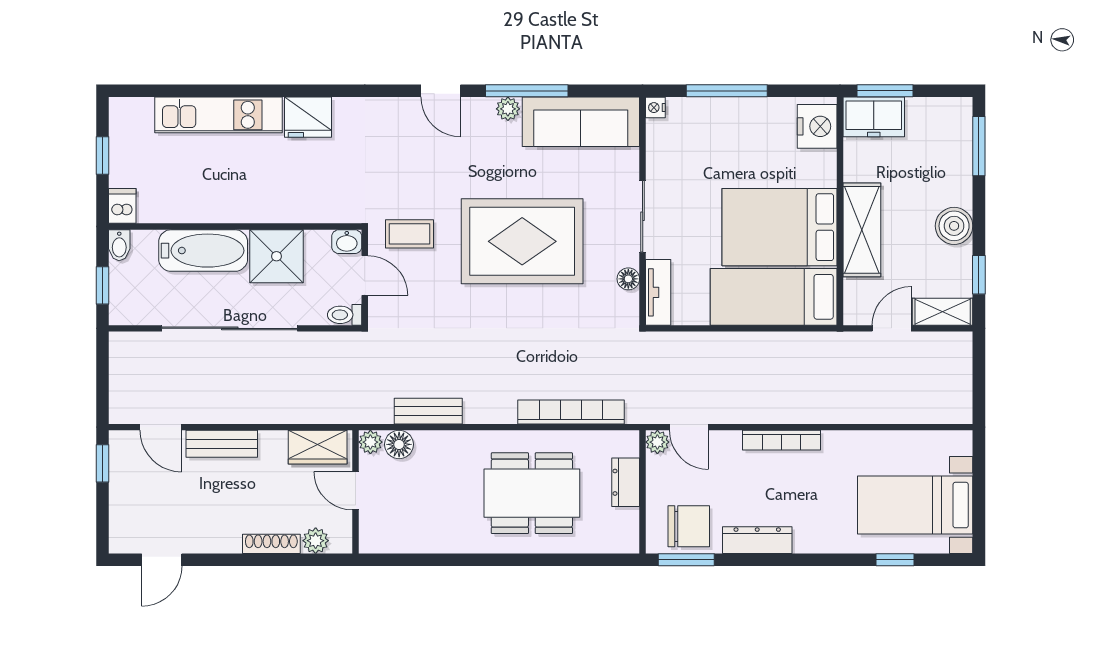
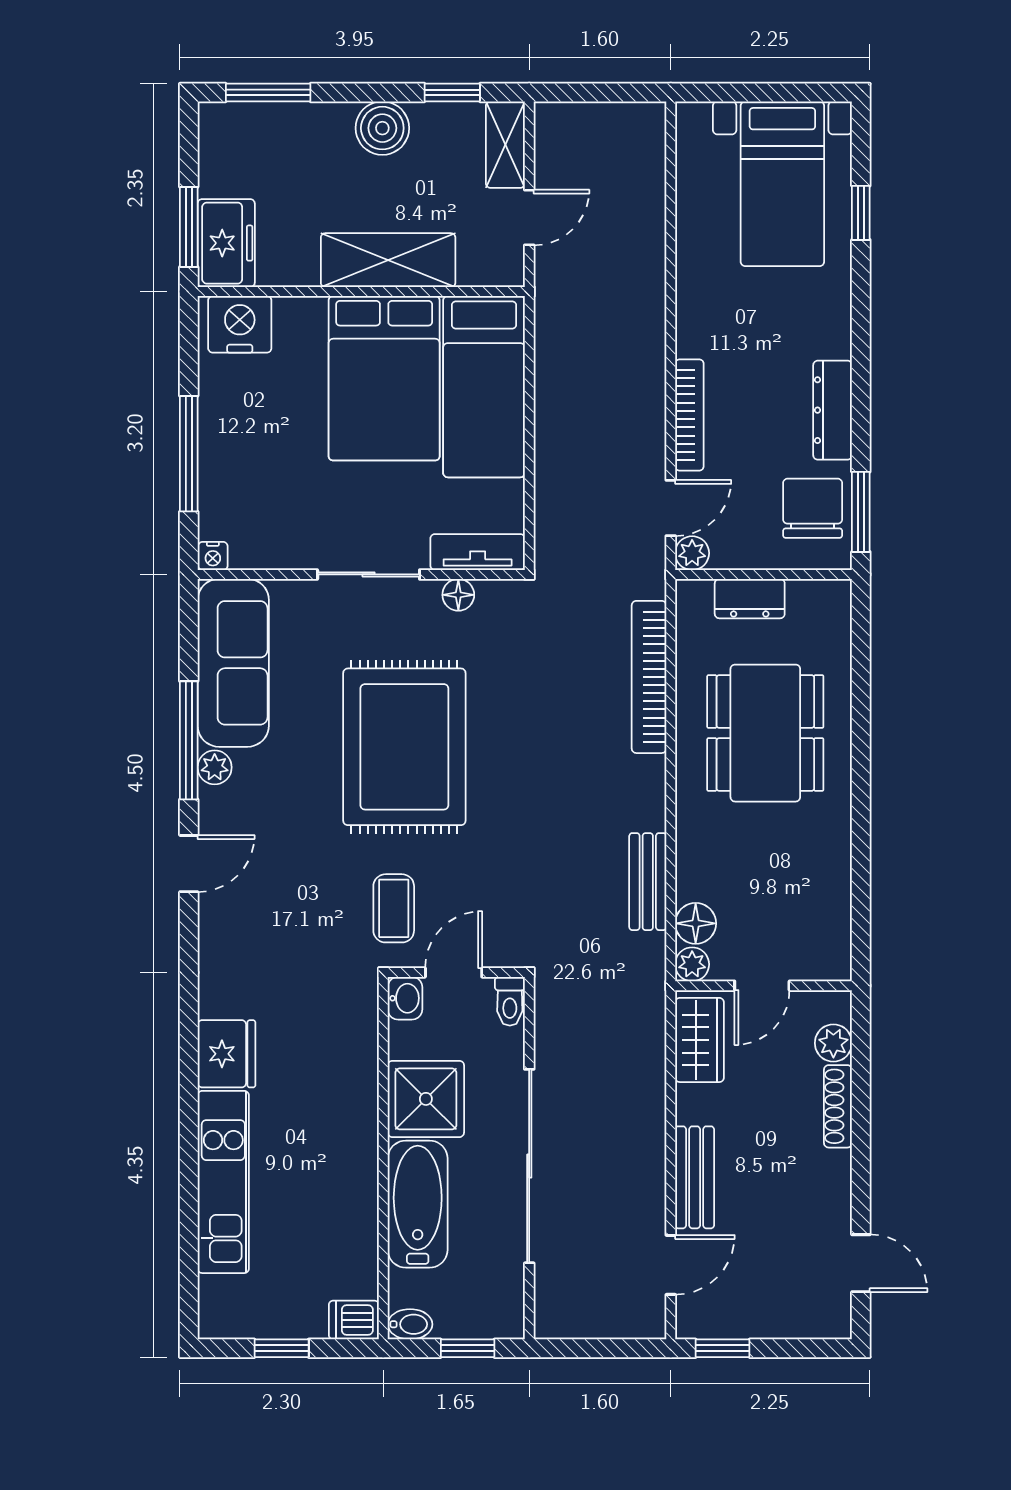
door: (892, 328) -> (529, 218), swing flipped
bookcase: (782, 440) -> (689, 415), moved

